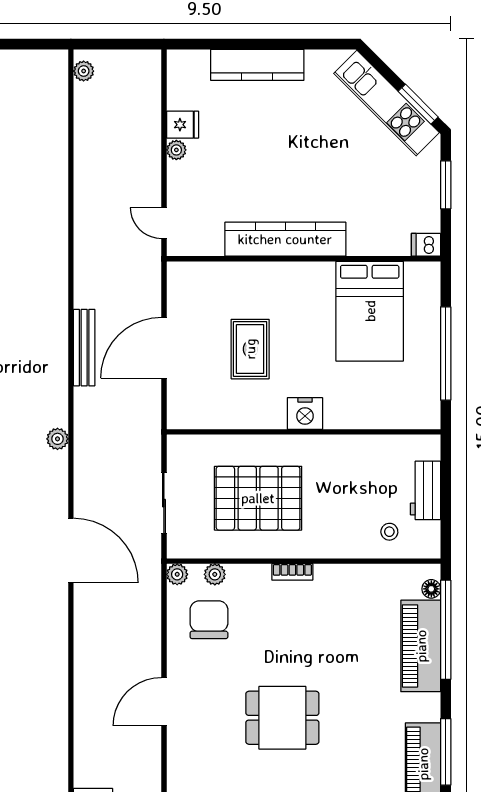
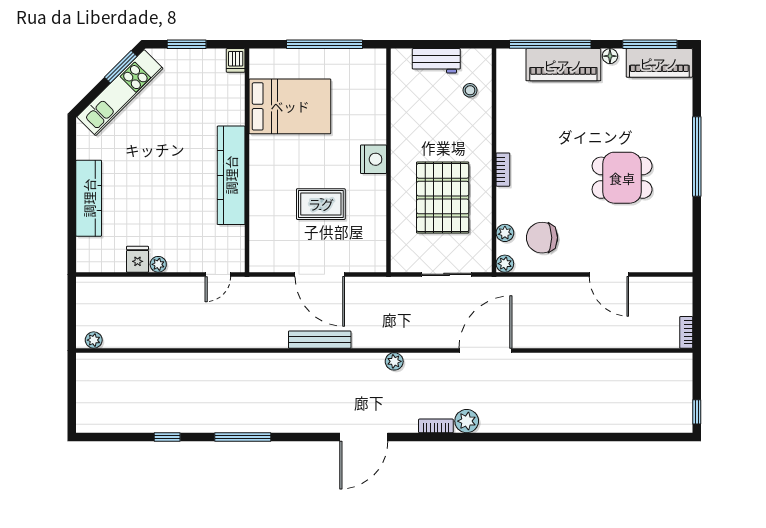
floor lamp: (431, 589) -> (610, 56), moved
dining table: (282, 718) -> (622, 178), turned 90

